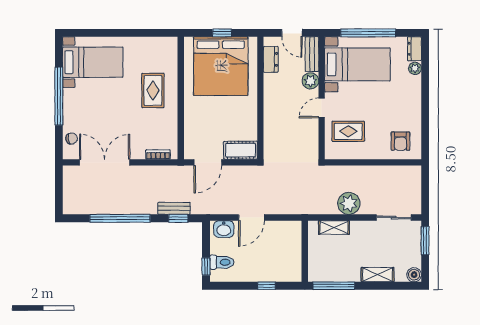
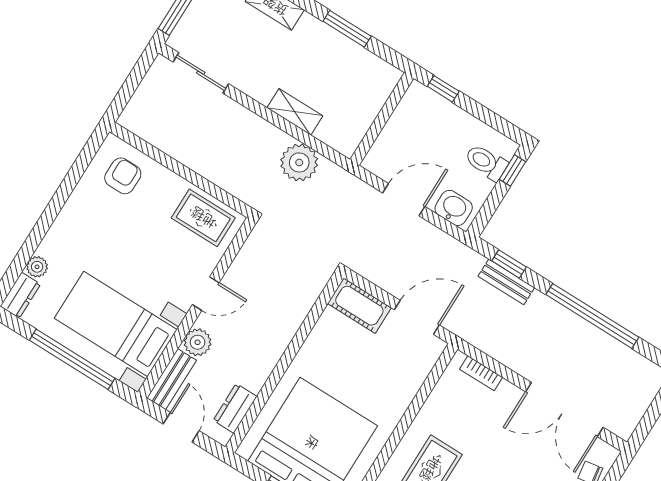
rug: (348, 131) -> (203, 218), moved
plant: (349, 203) -> (299, 162), moved
wall: (305, 251) -> (382, 119), moved
window: (334, 286) -> (347, 29), width x0.69

